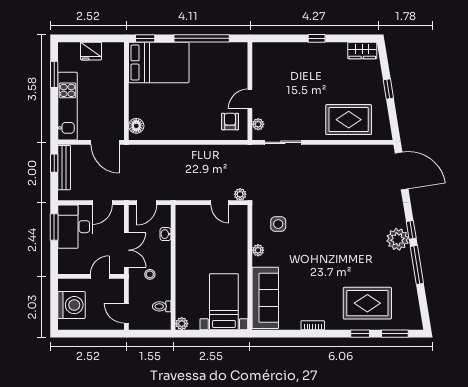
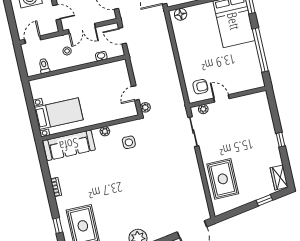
window: (388, 89) -> (264, 200), moved
plant: (182, 324) -> (34, 85), removed

